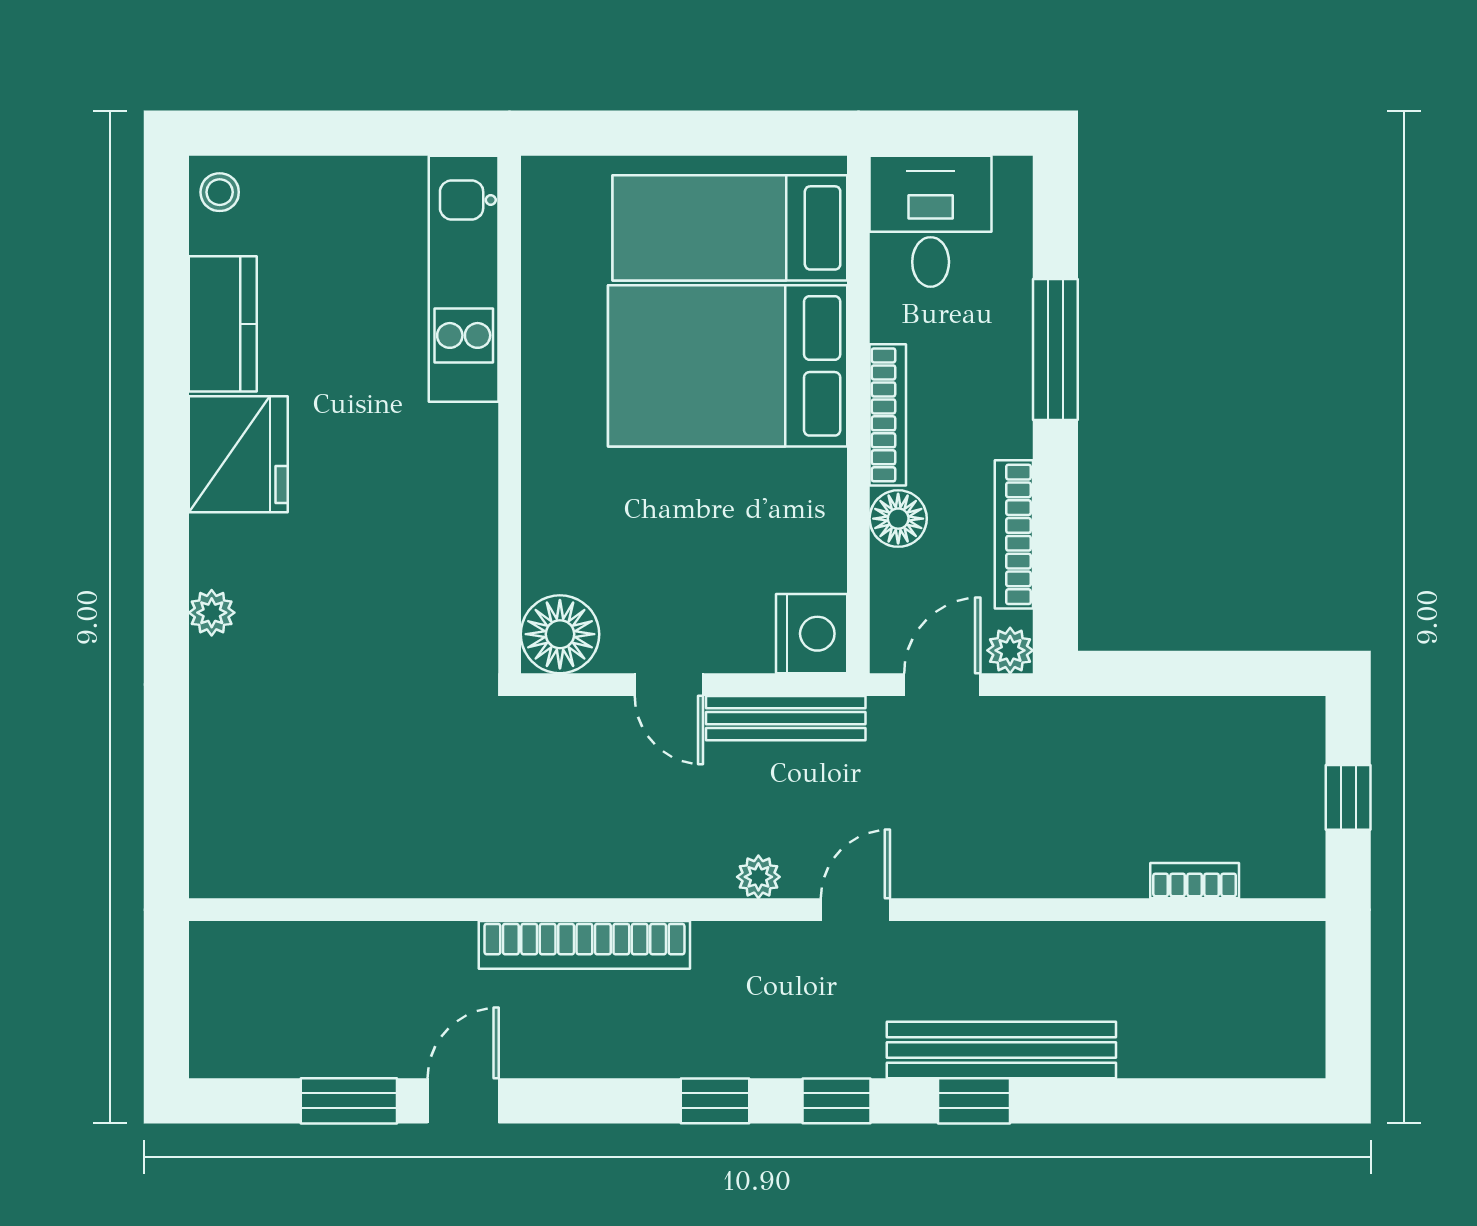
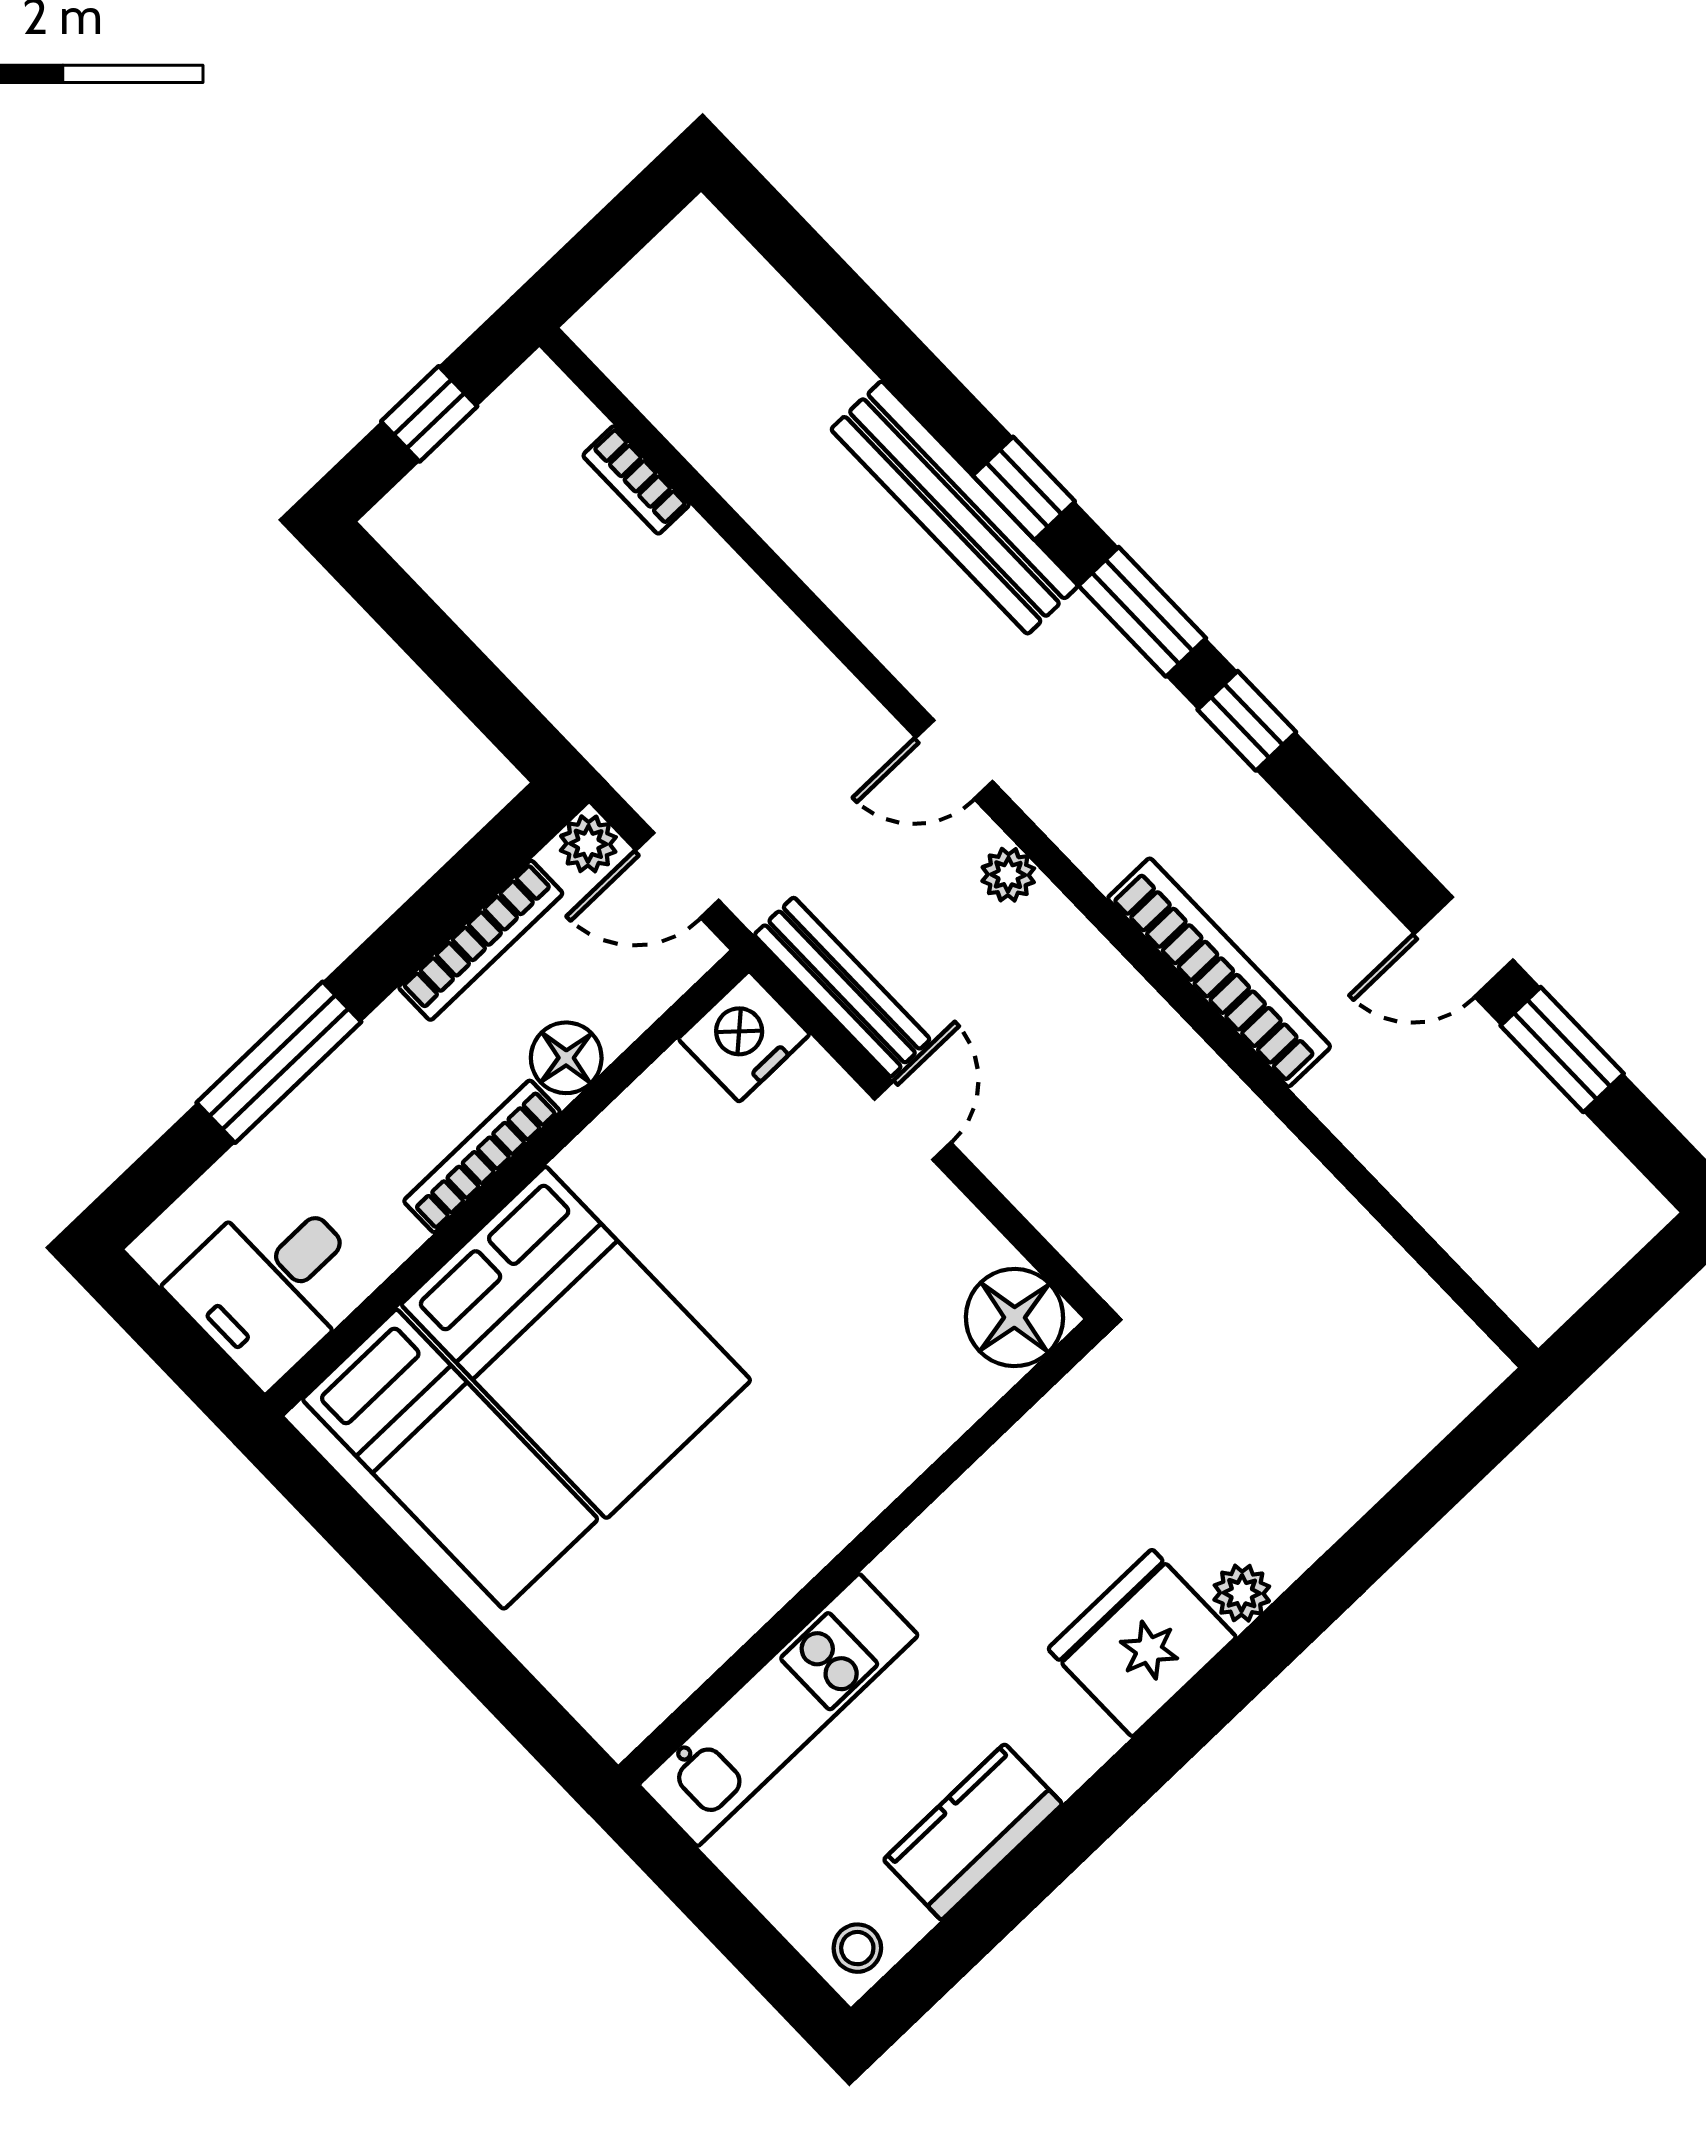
kitchen unit: (464, 279) -> (778, 1710), moved
wall: (510, 414) -> (861, 1552), moved
fridge: (238, 454) -> (1142, 1643), moved
floor lamp: (560, 634) -> (1014, 1317), moved
window: (836, 1101) -> (1142, 612), width x1.50

